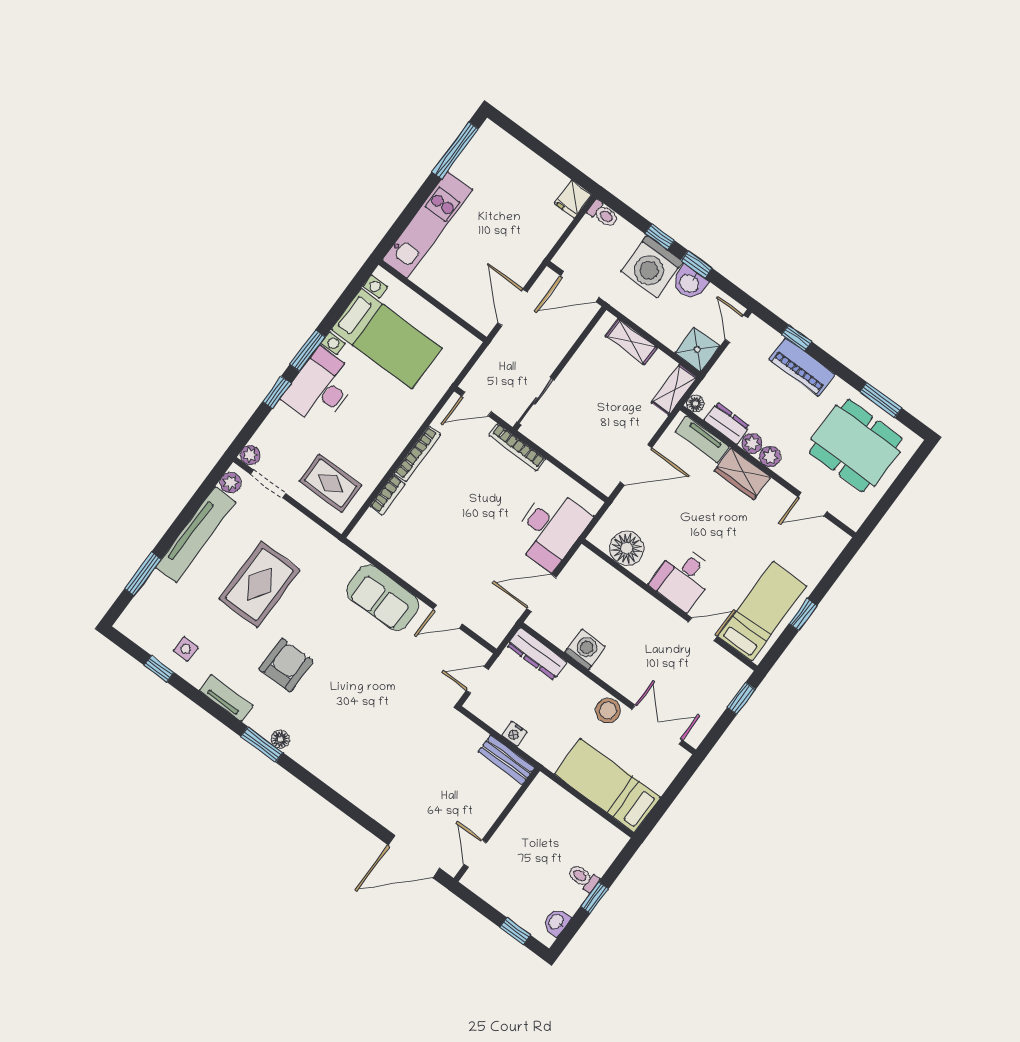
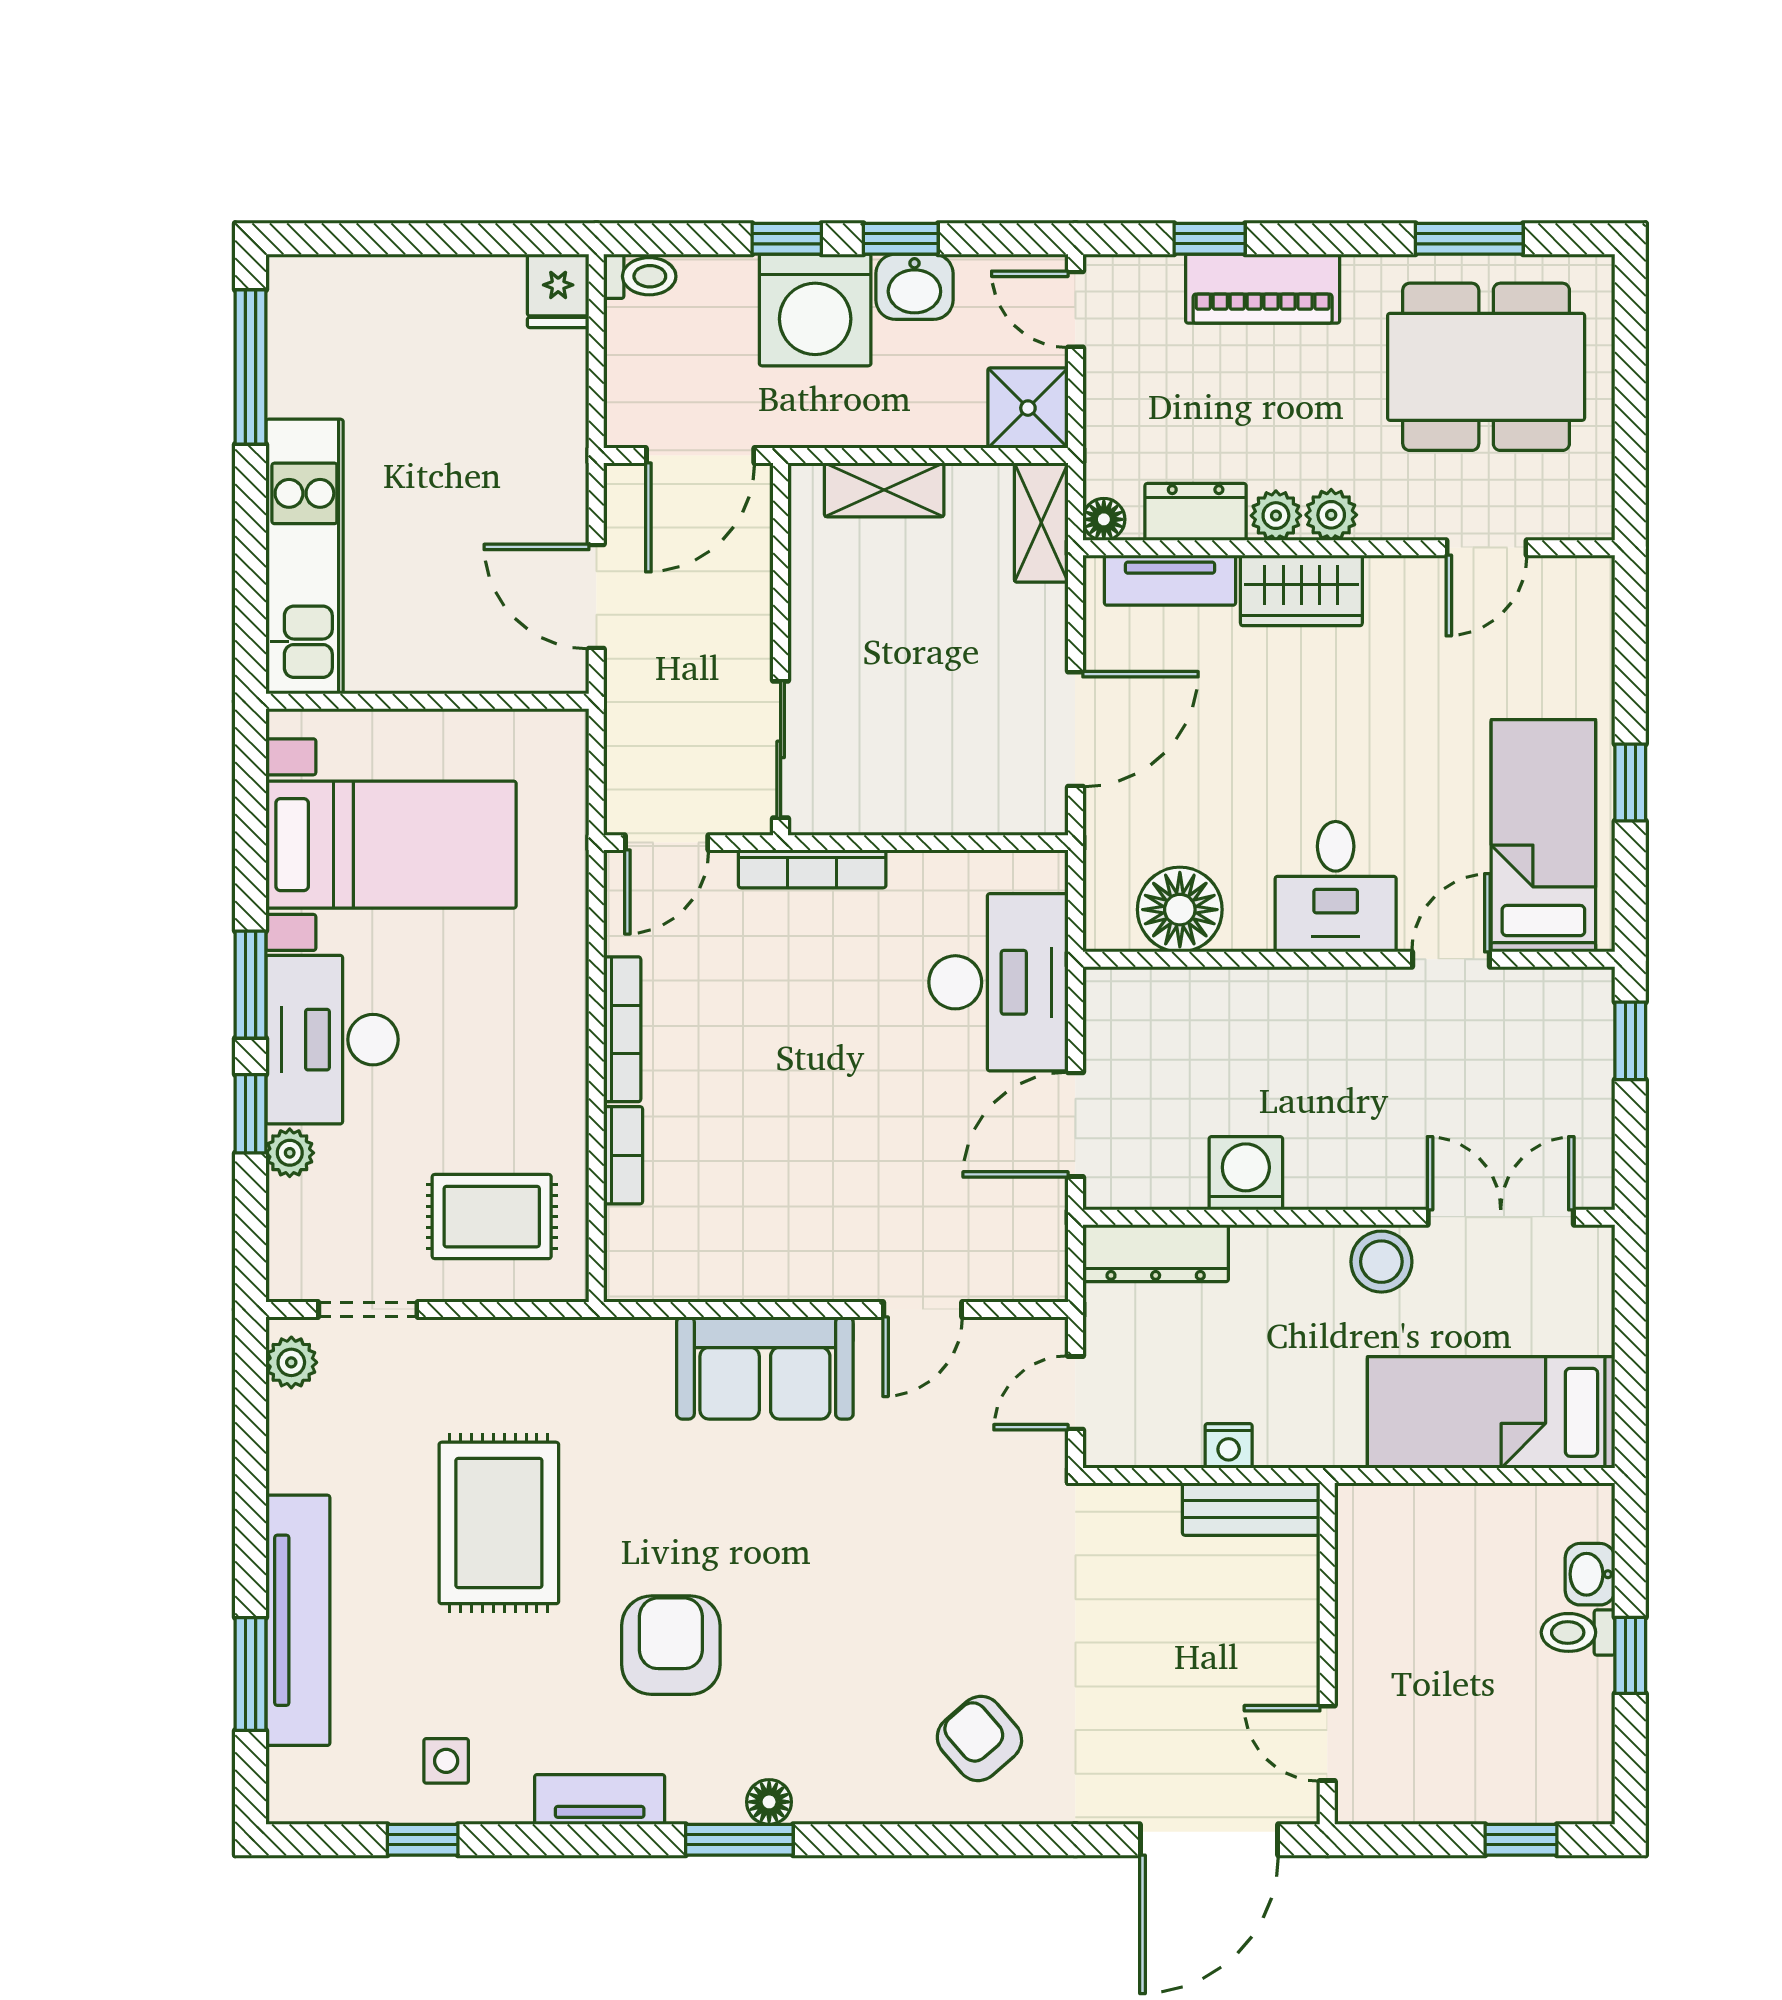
plant: (250, 455) -> (290, 1153), moved
tv unit: (196, 535) -> (298, 1620), moved
armchair: (364, 769) -> (979, 1738), added
washbasin: (556, 922) -> (1590, 1574), moved

